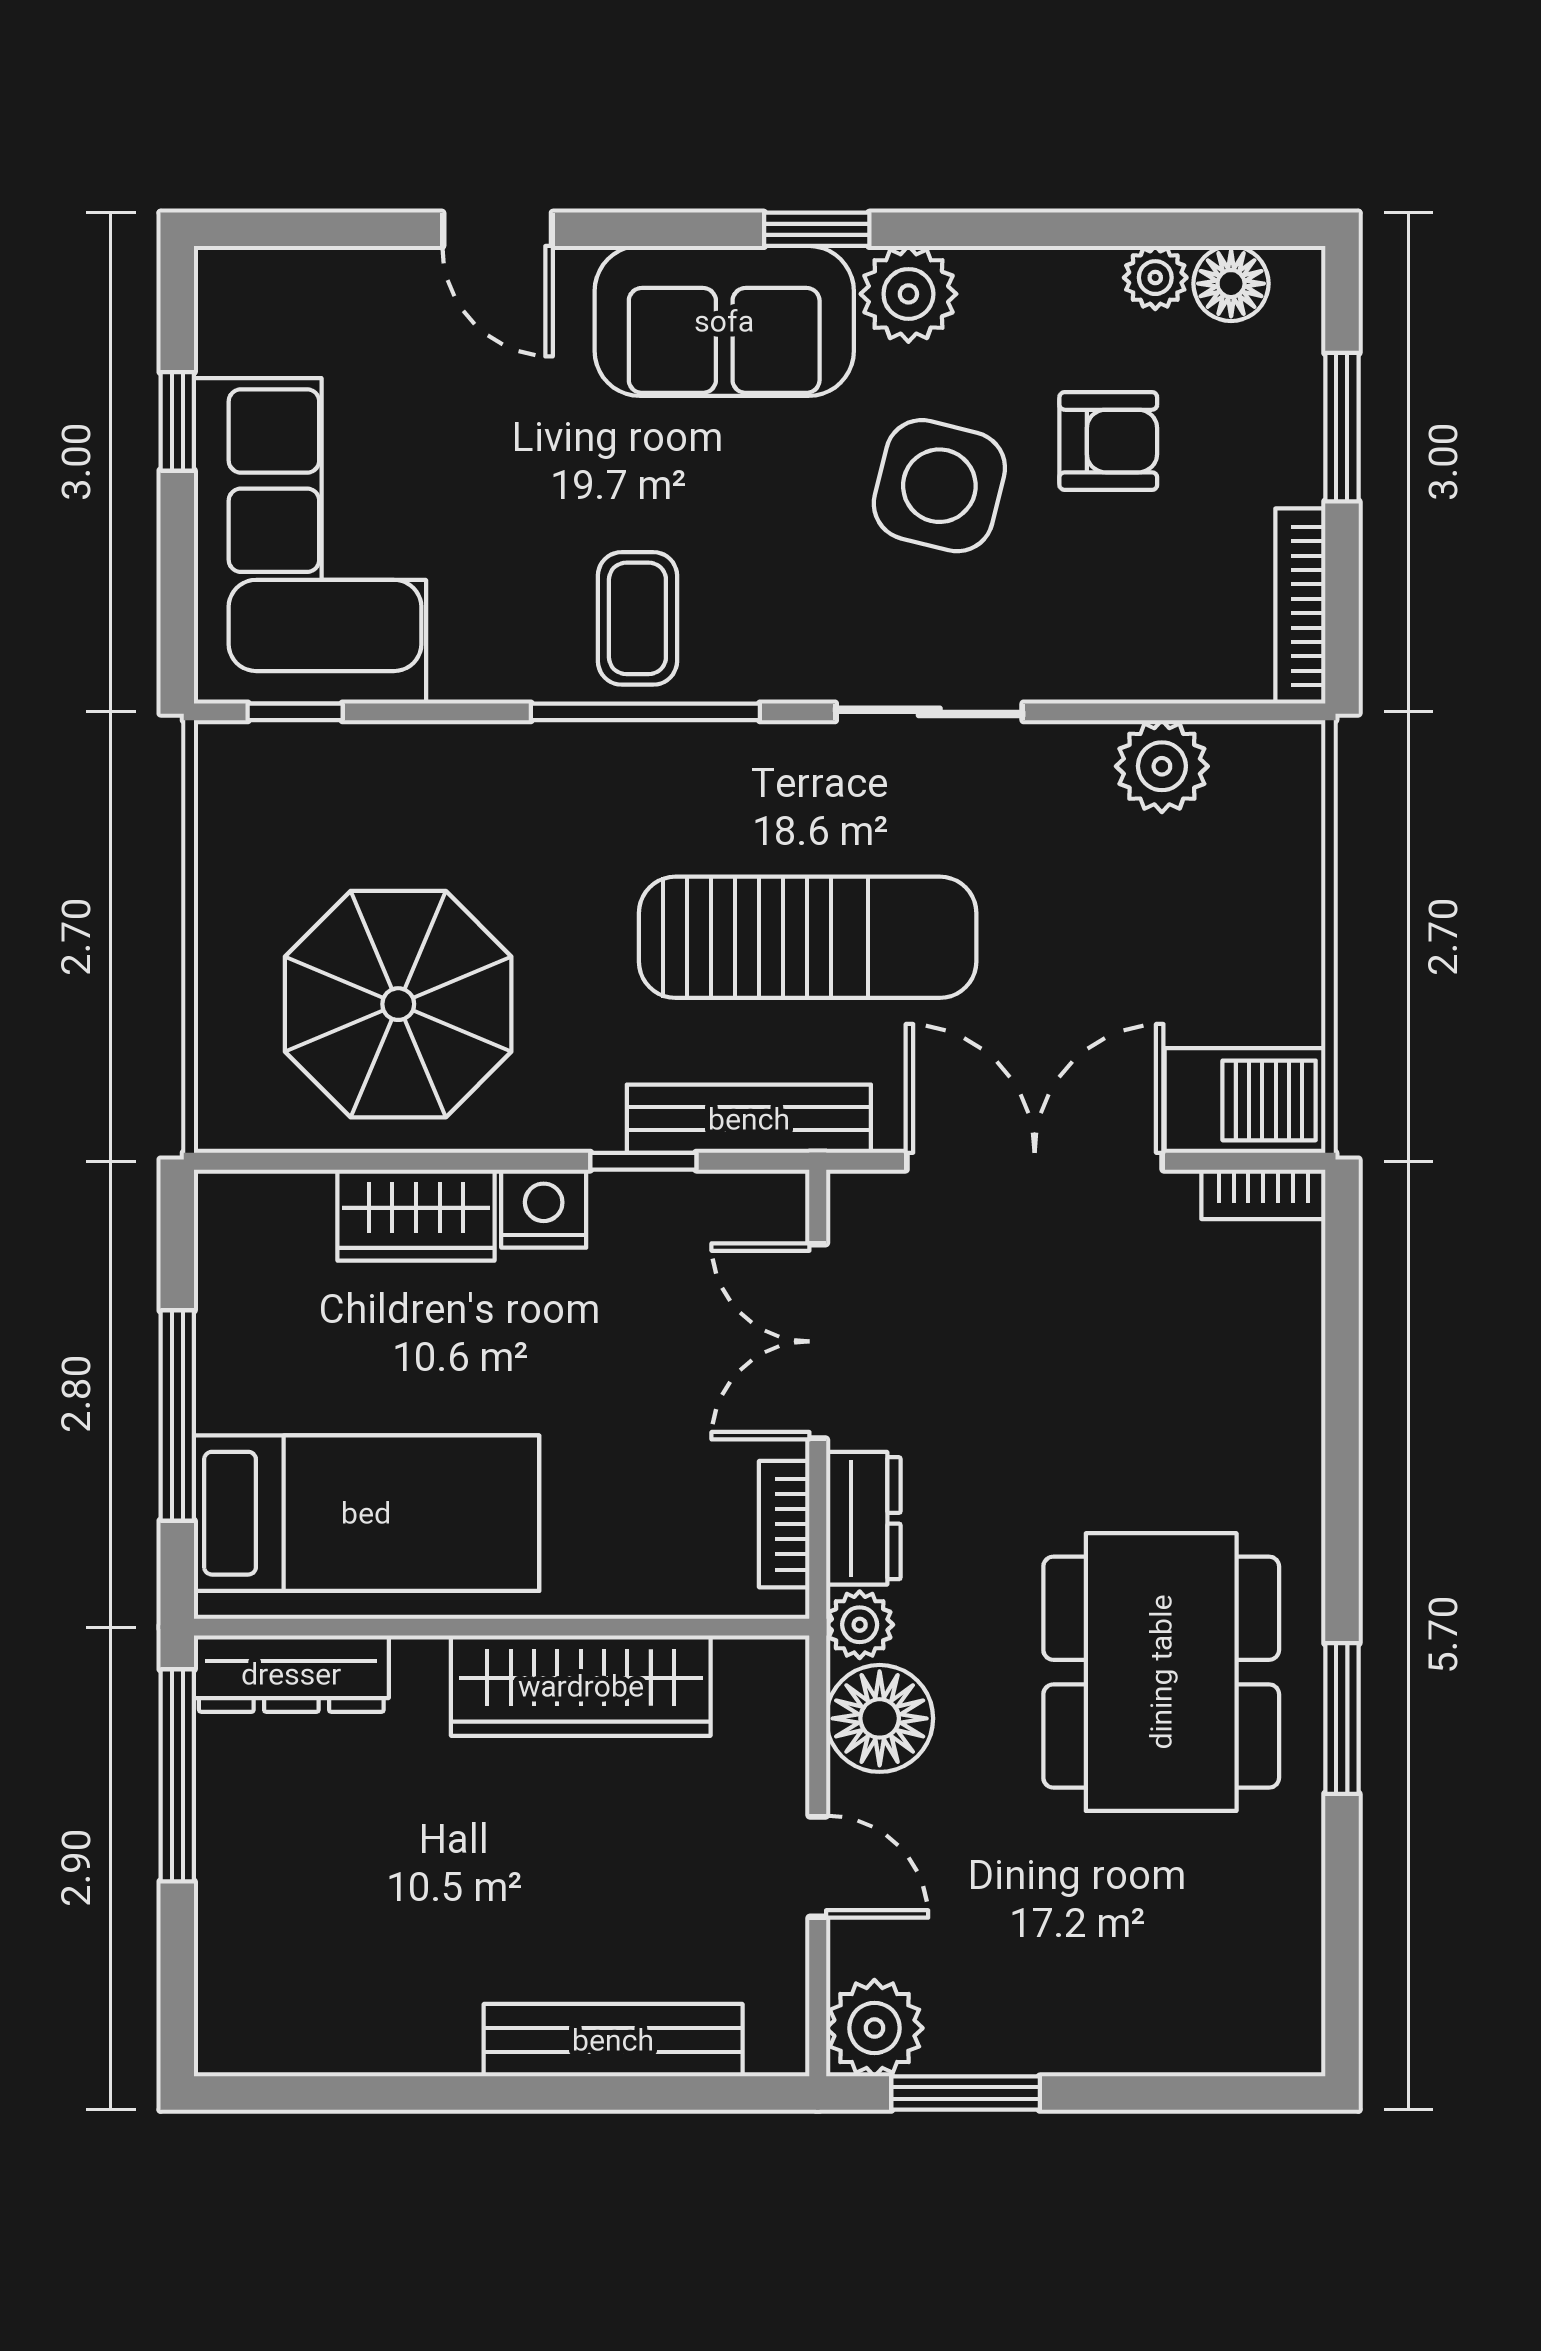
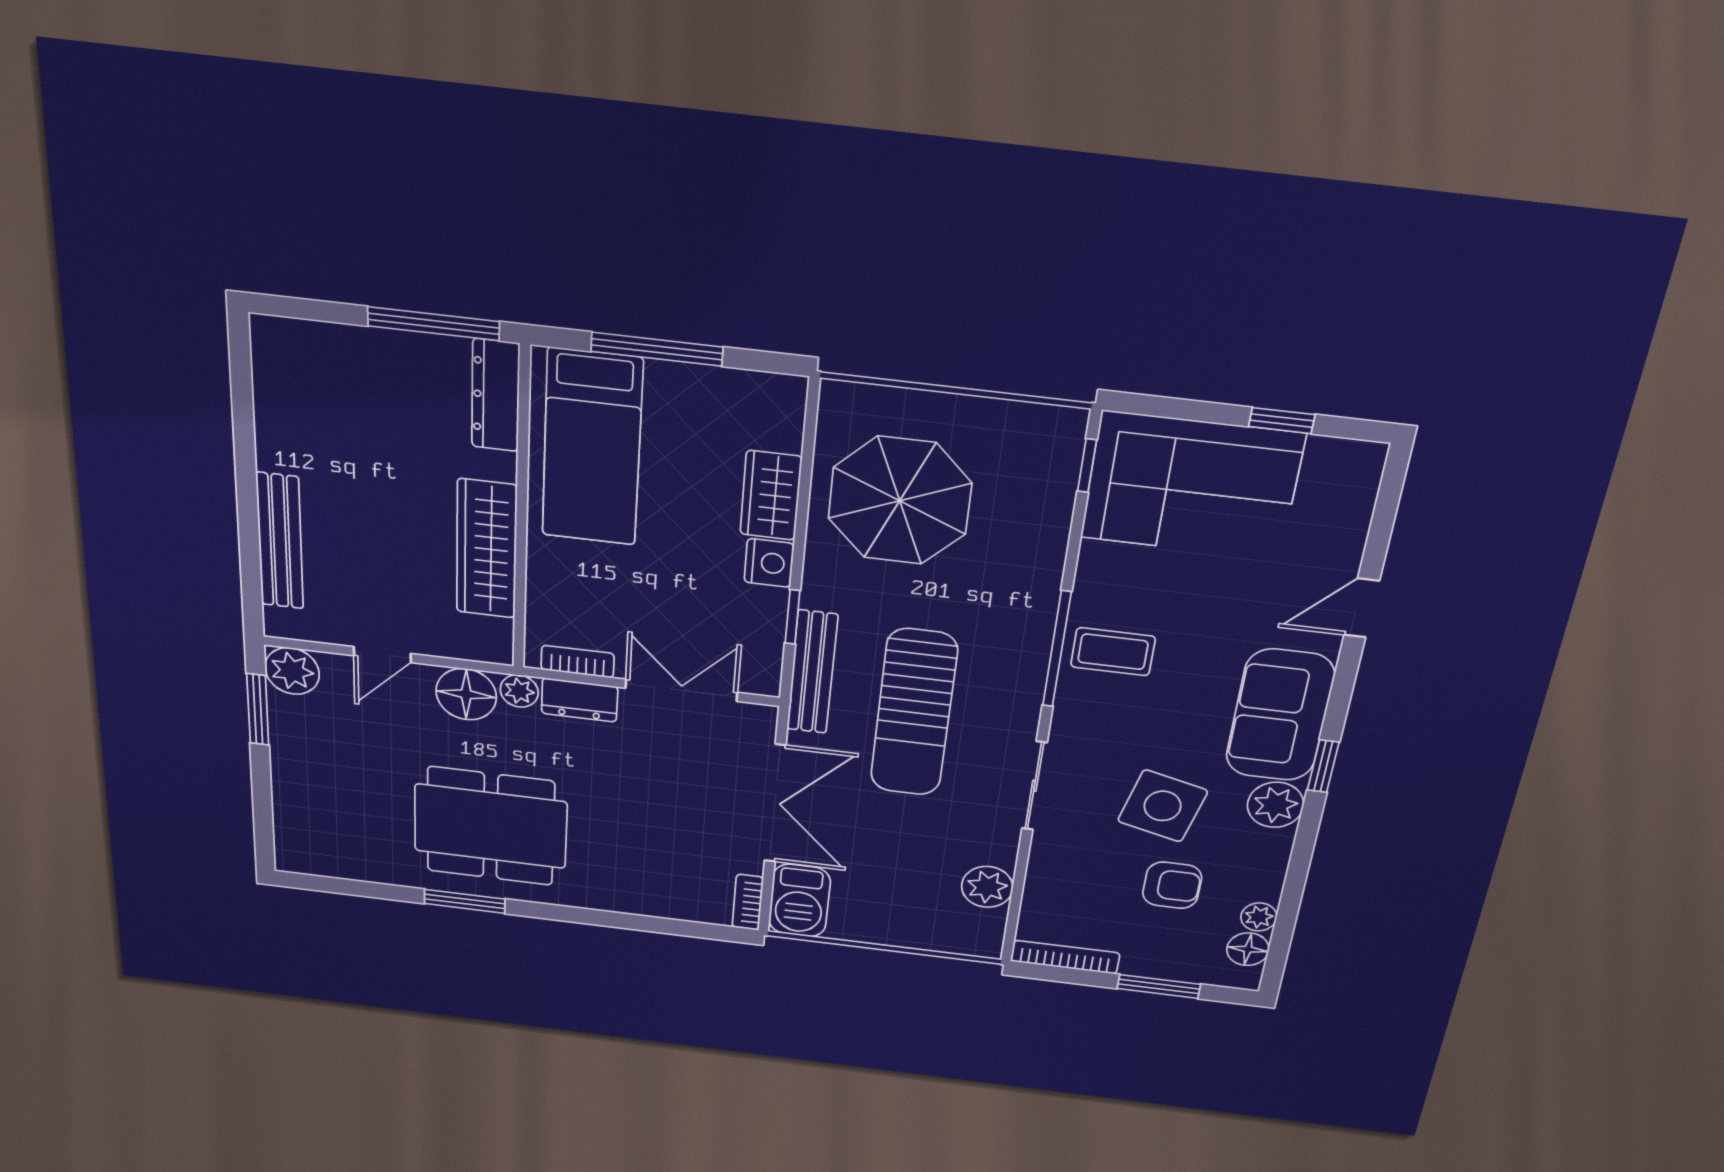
armchair: (1108, 441) -> (1172, 885), turned -90

